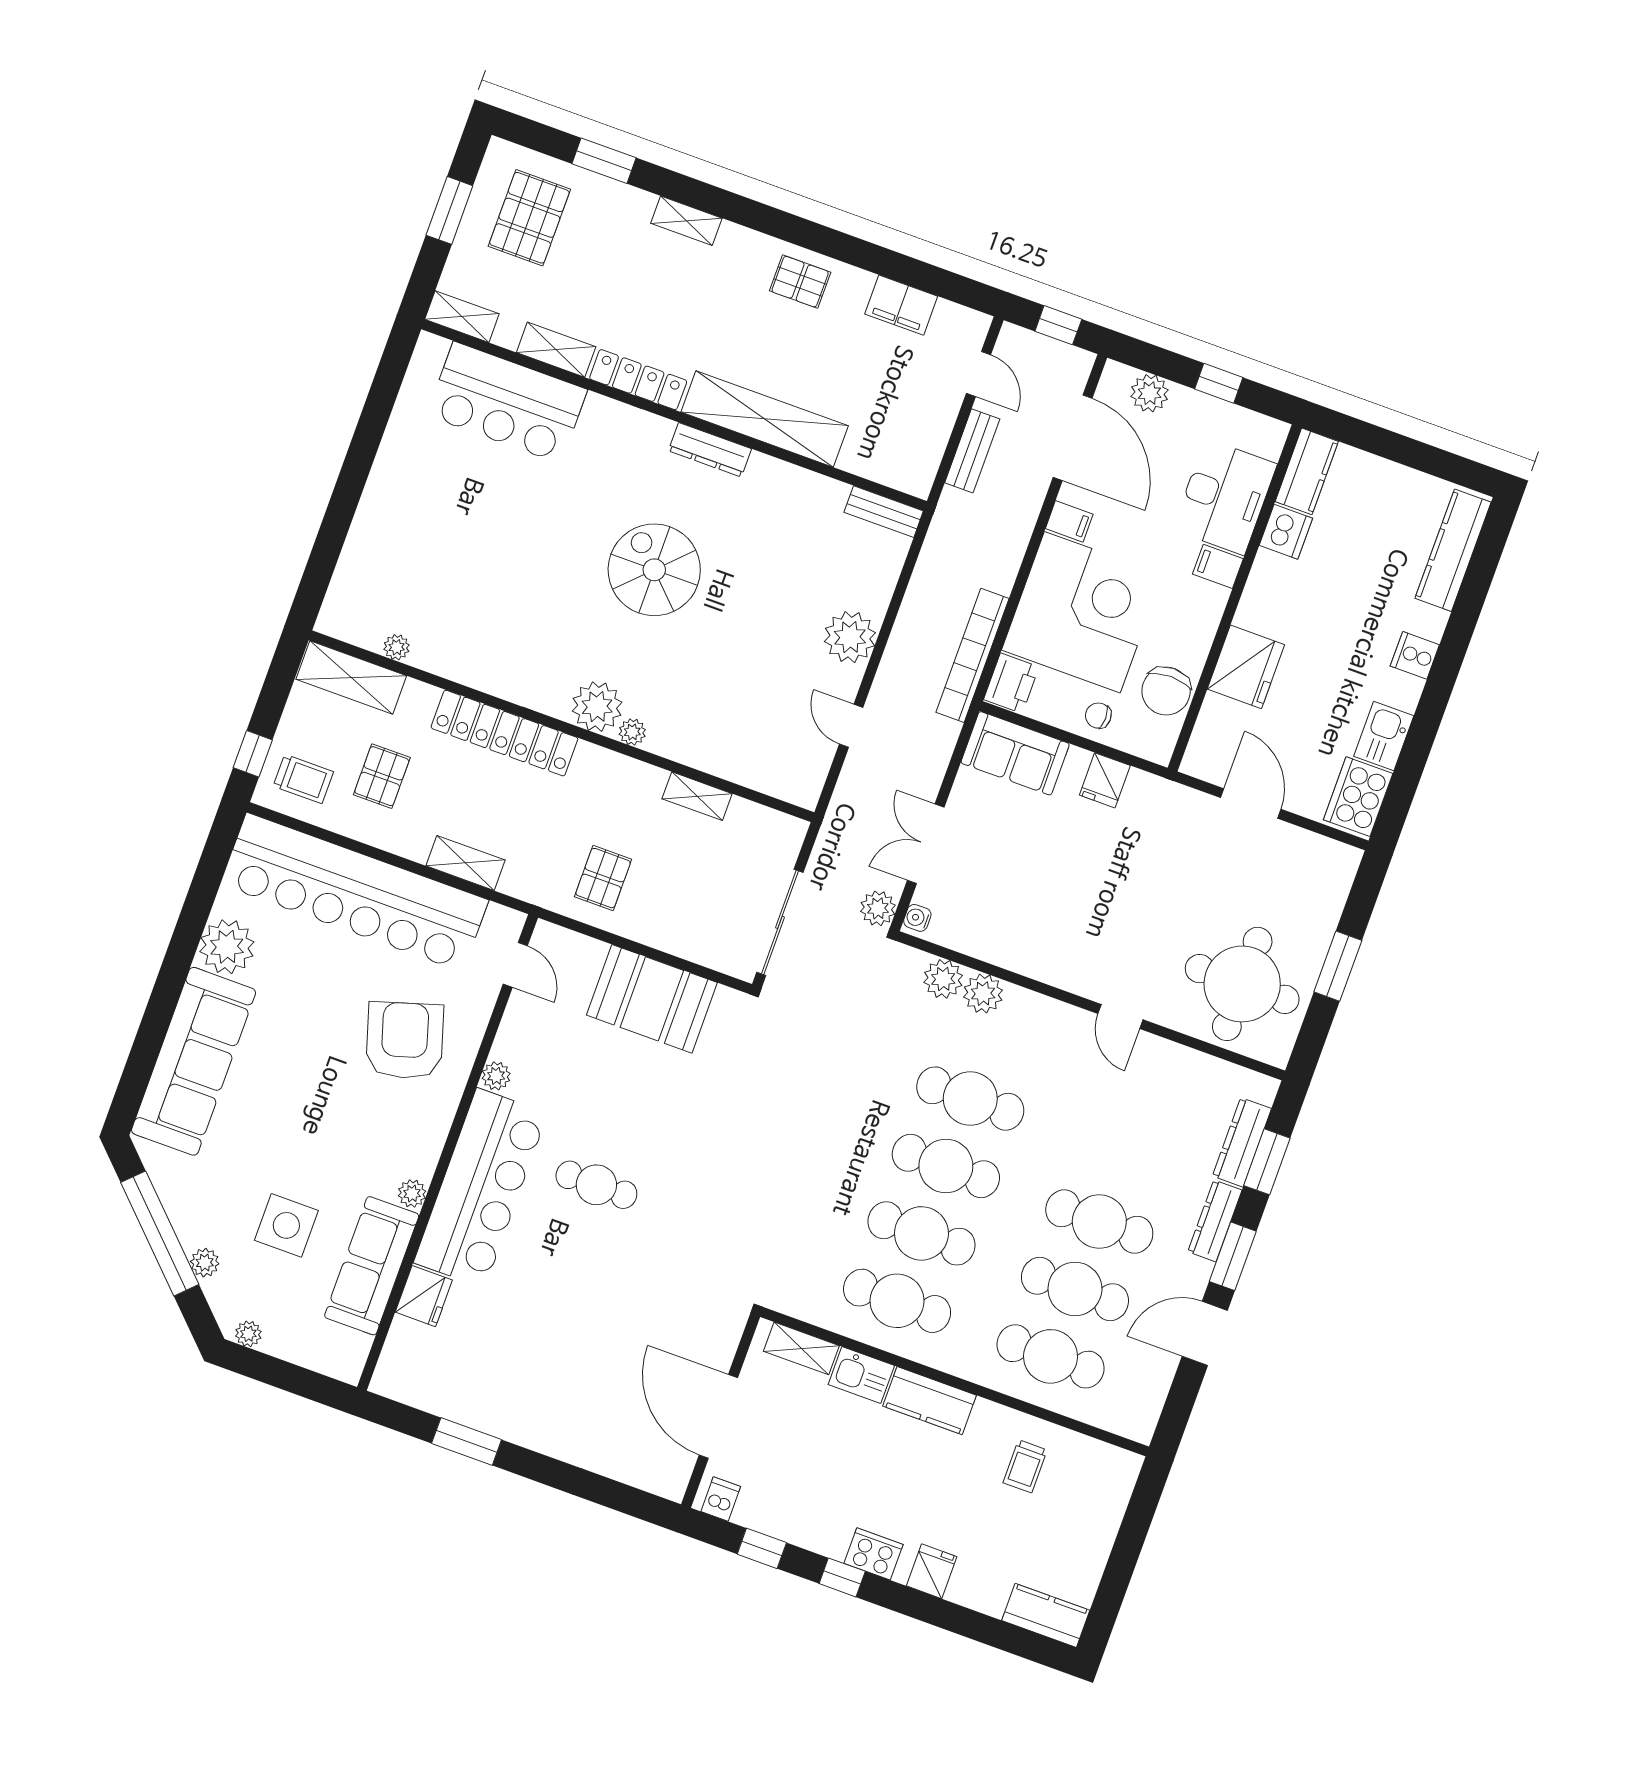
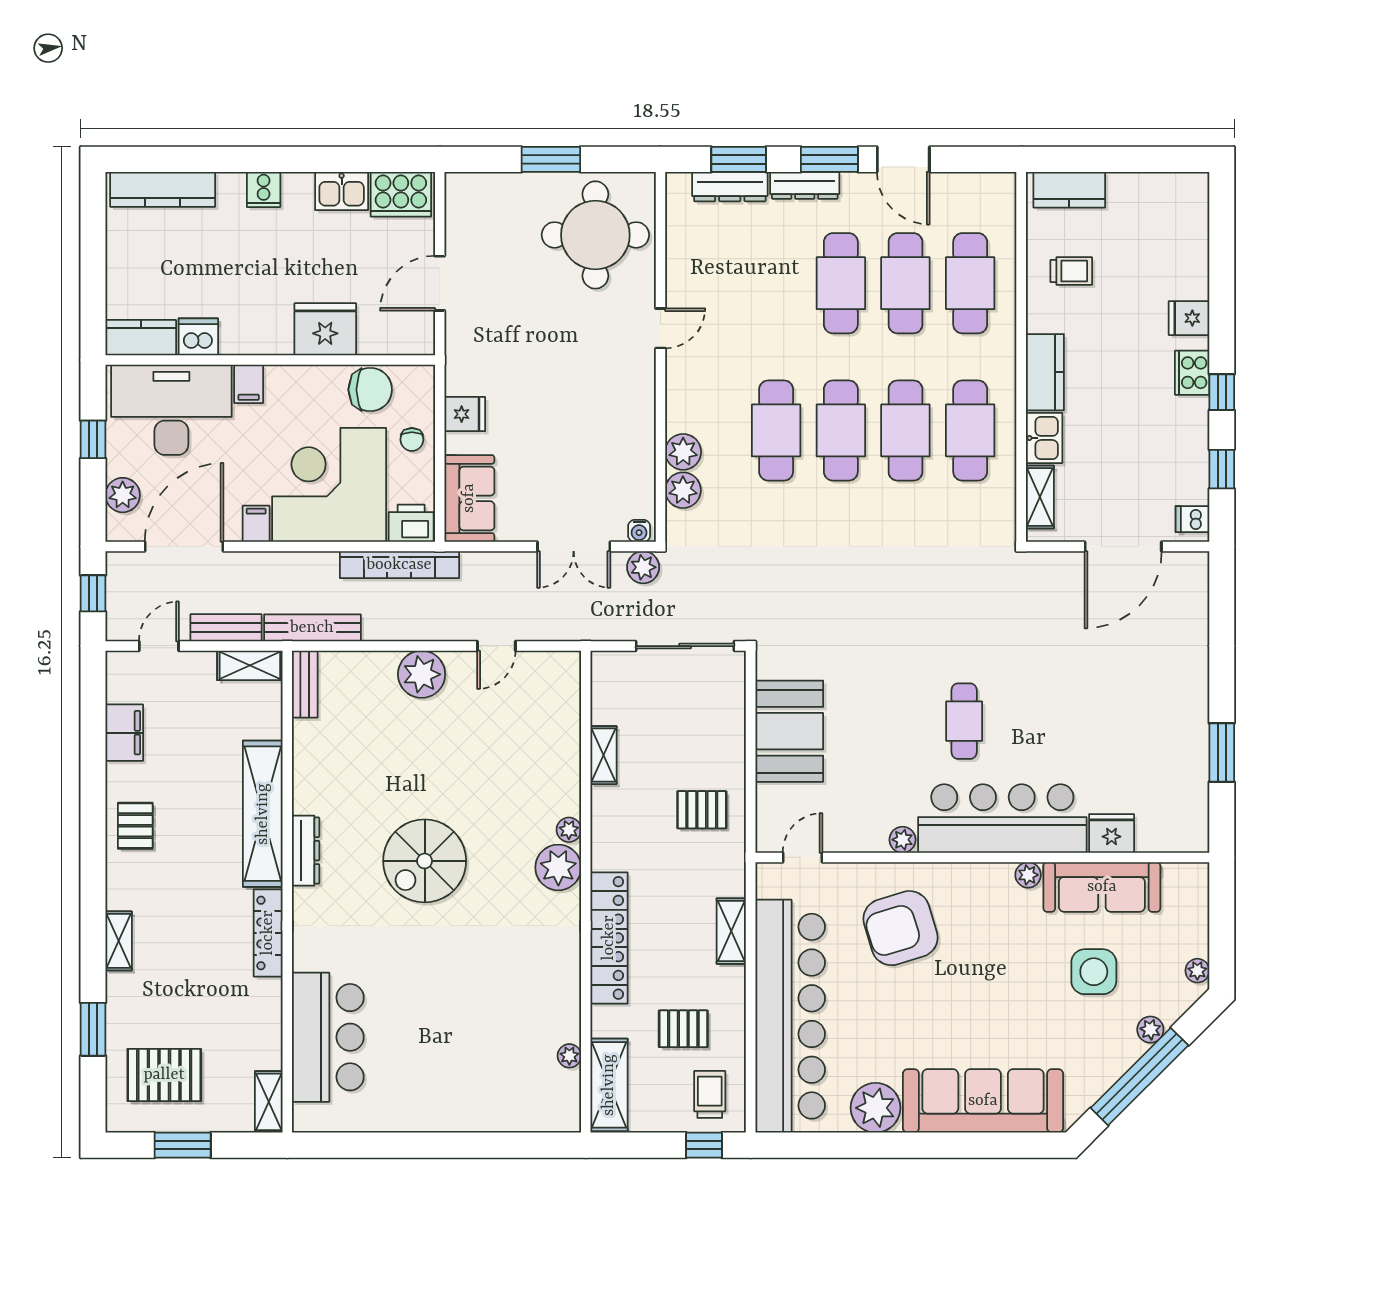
shelving: (556, 350) -> (250, 665), moved, turned 90
desk: (1225, 497) -> (171, 410), width x1.36, depth x1.30
bench: (940, 541) -> (312, 628), added
kitchen counter: (1046, 1615) -> (1069, 190), moved, turned -90

